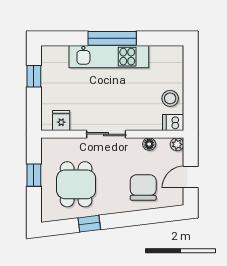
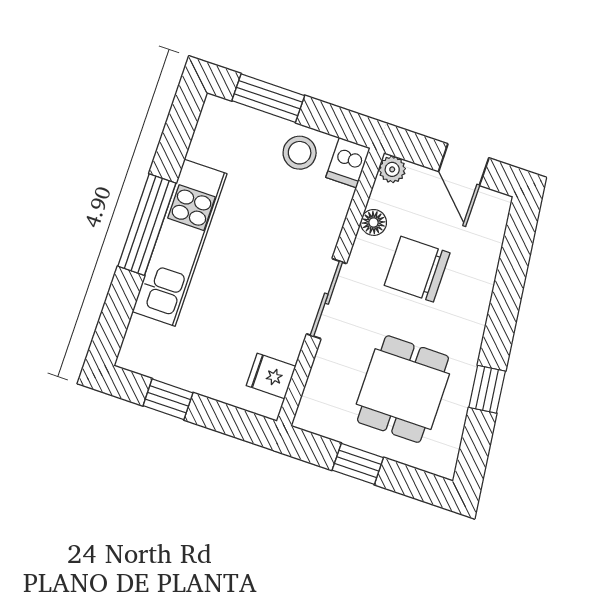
window: (191, 75) -> (268, 98), added
dining table: (76, 184) -> (403, 389), turned 90
chair: (143, 187) -> (417, 269), moved

